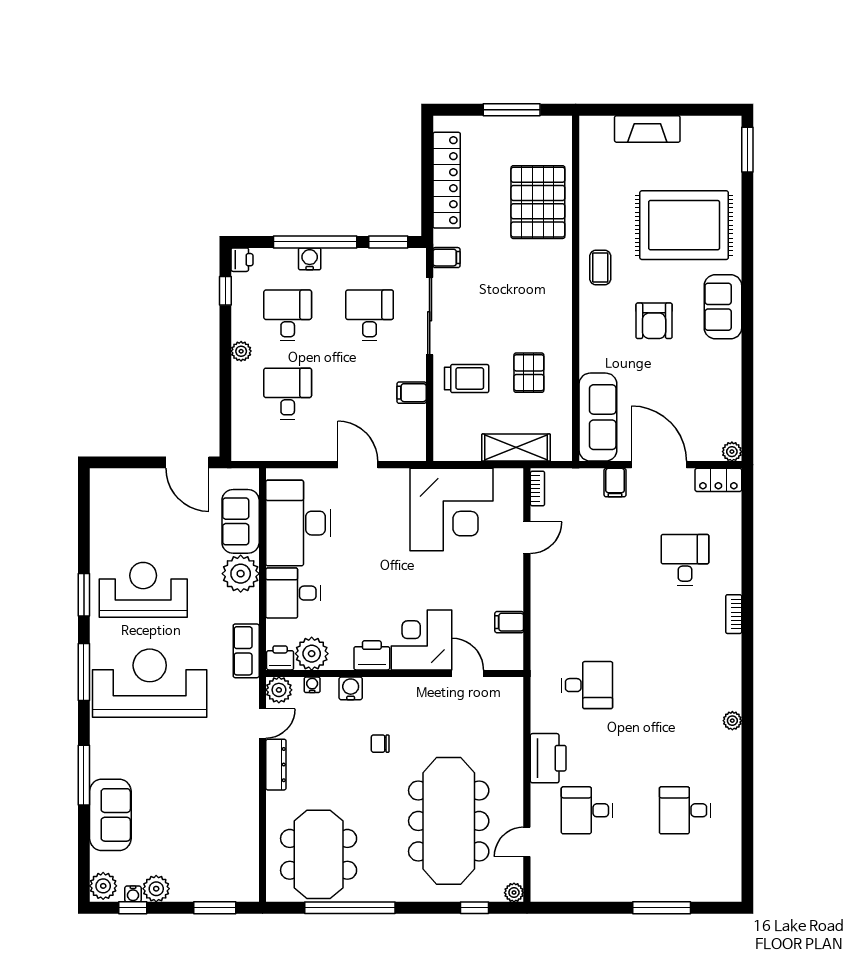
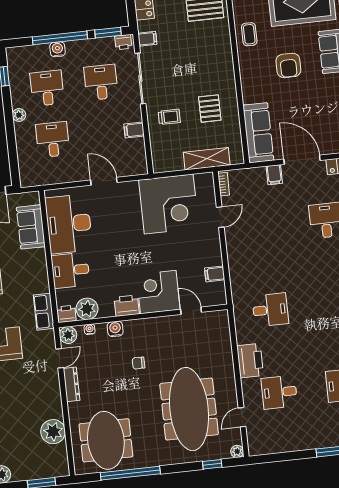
printer: (242, 260) -> (123, 42), moved, turned 90
trolley: (467, 379) -> (169, 117), width x0.73, depth x0.72
plant: (241, 574) -> (53, 432), moved

